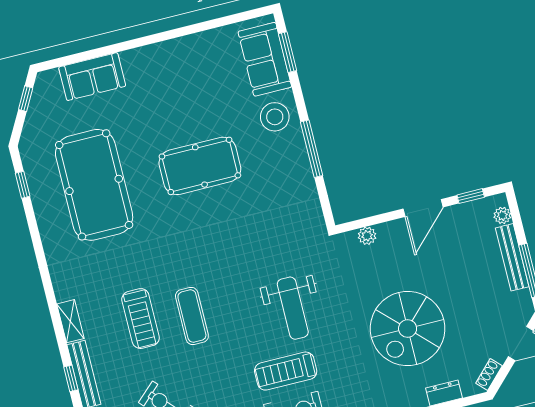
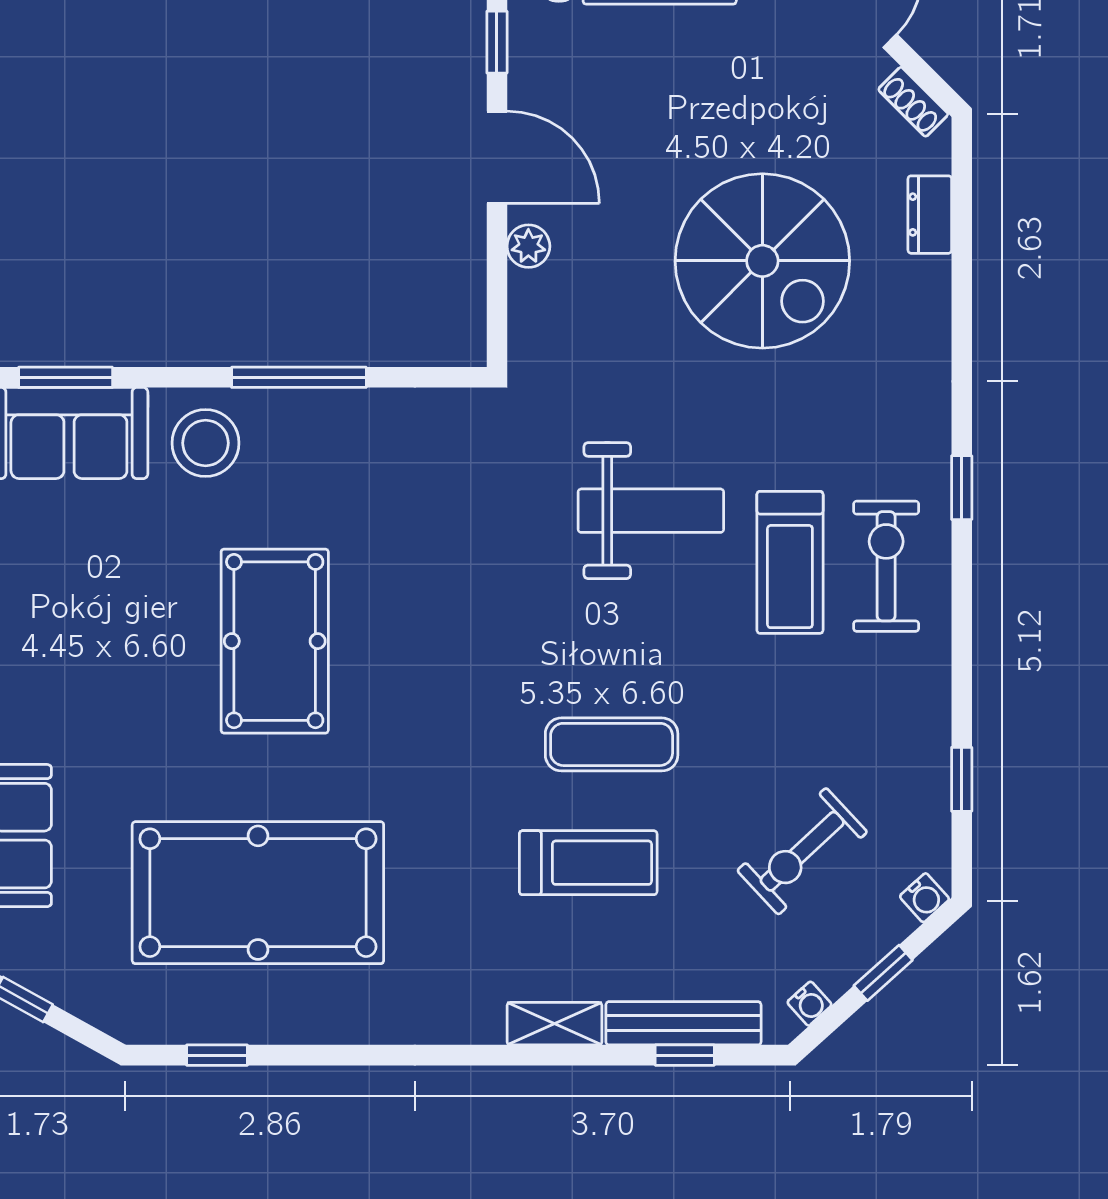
plant: (367, 236) -> (528, 246), moved

